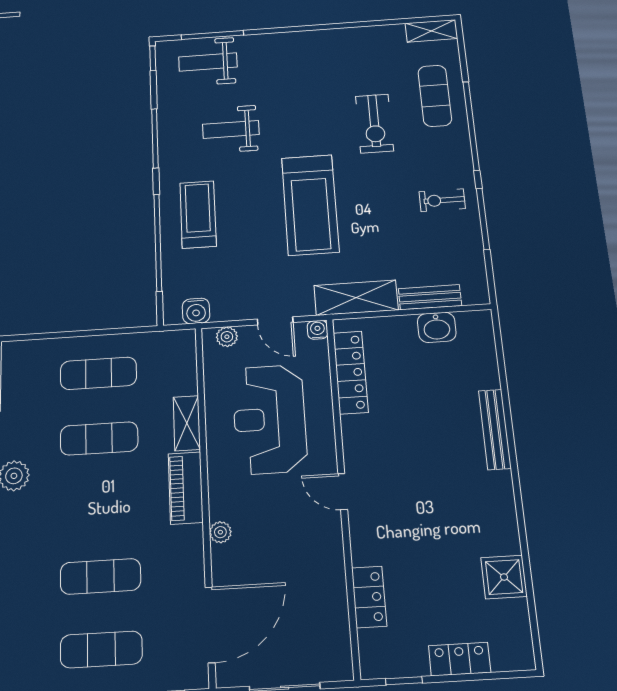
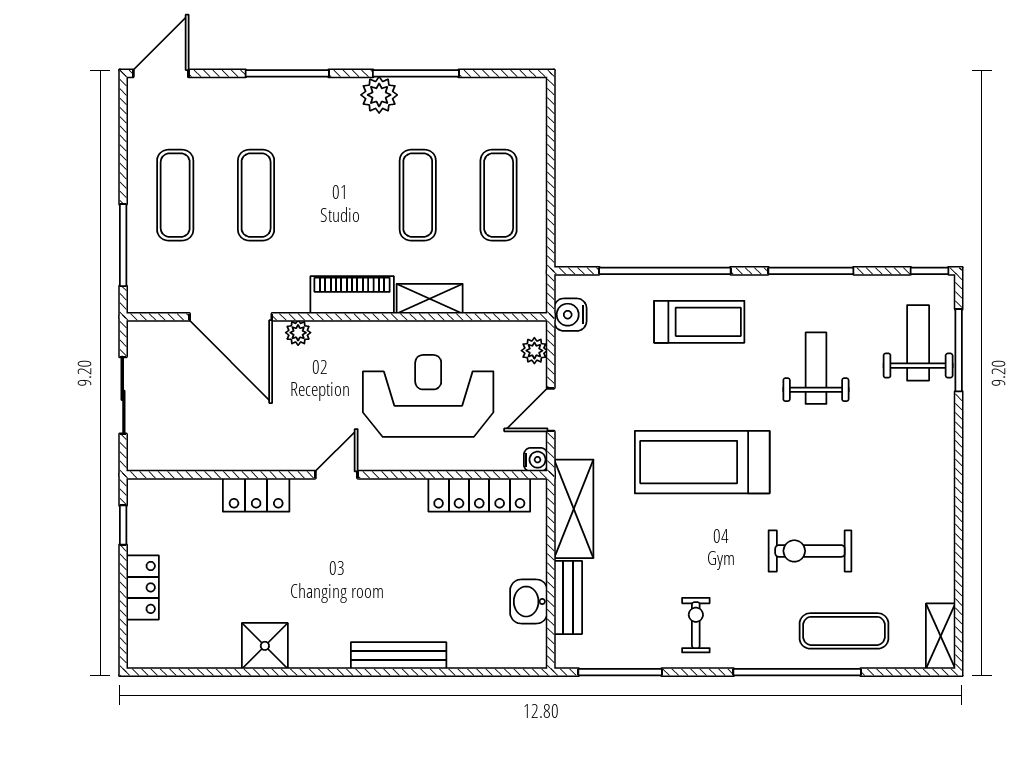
window: (483, 219) -> (620, 672), moved
shower: (504, 577) -> (265, 646), moved
locker: (369, 597) -> (256, 495), moved
door: (210, 625) -> (231, 317), moved

